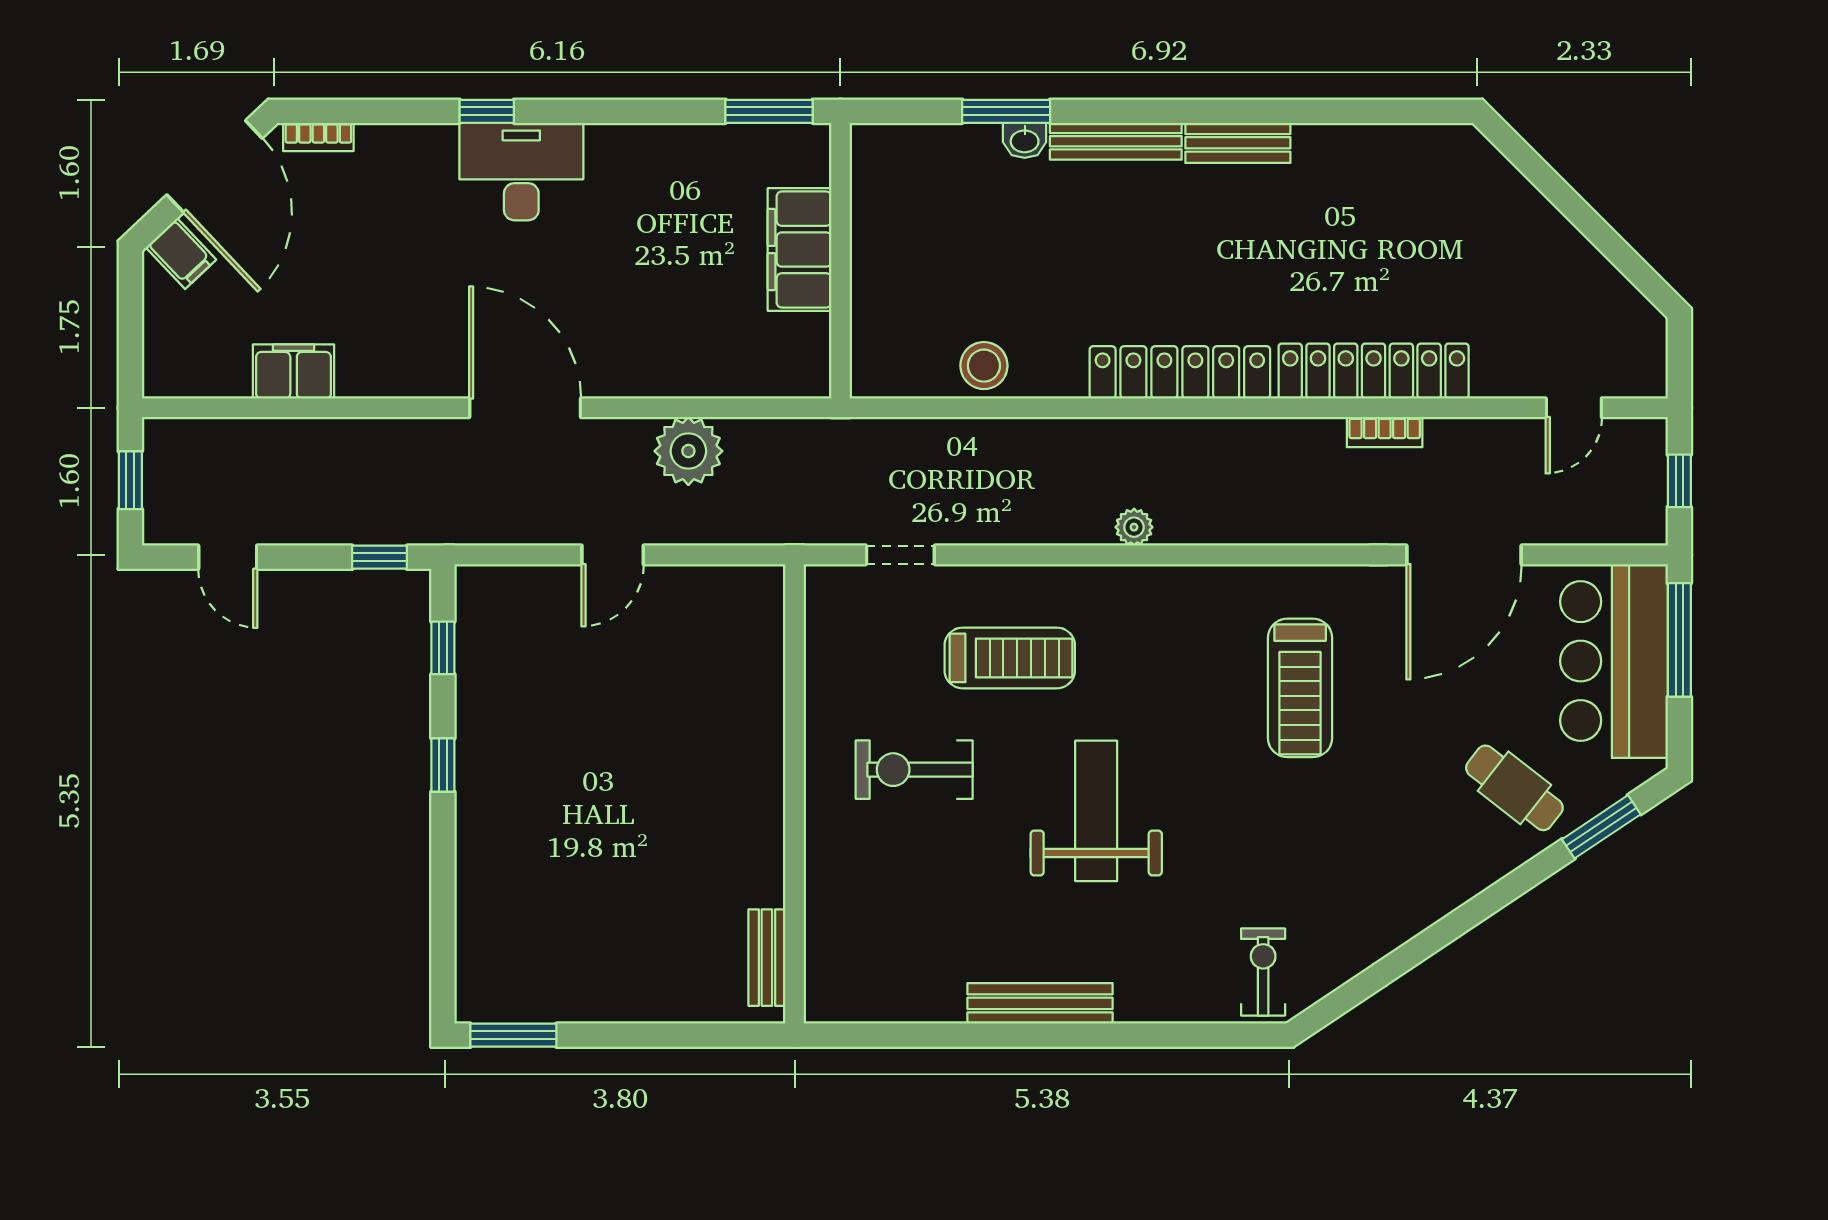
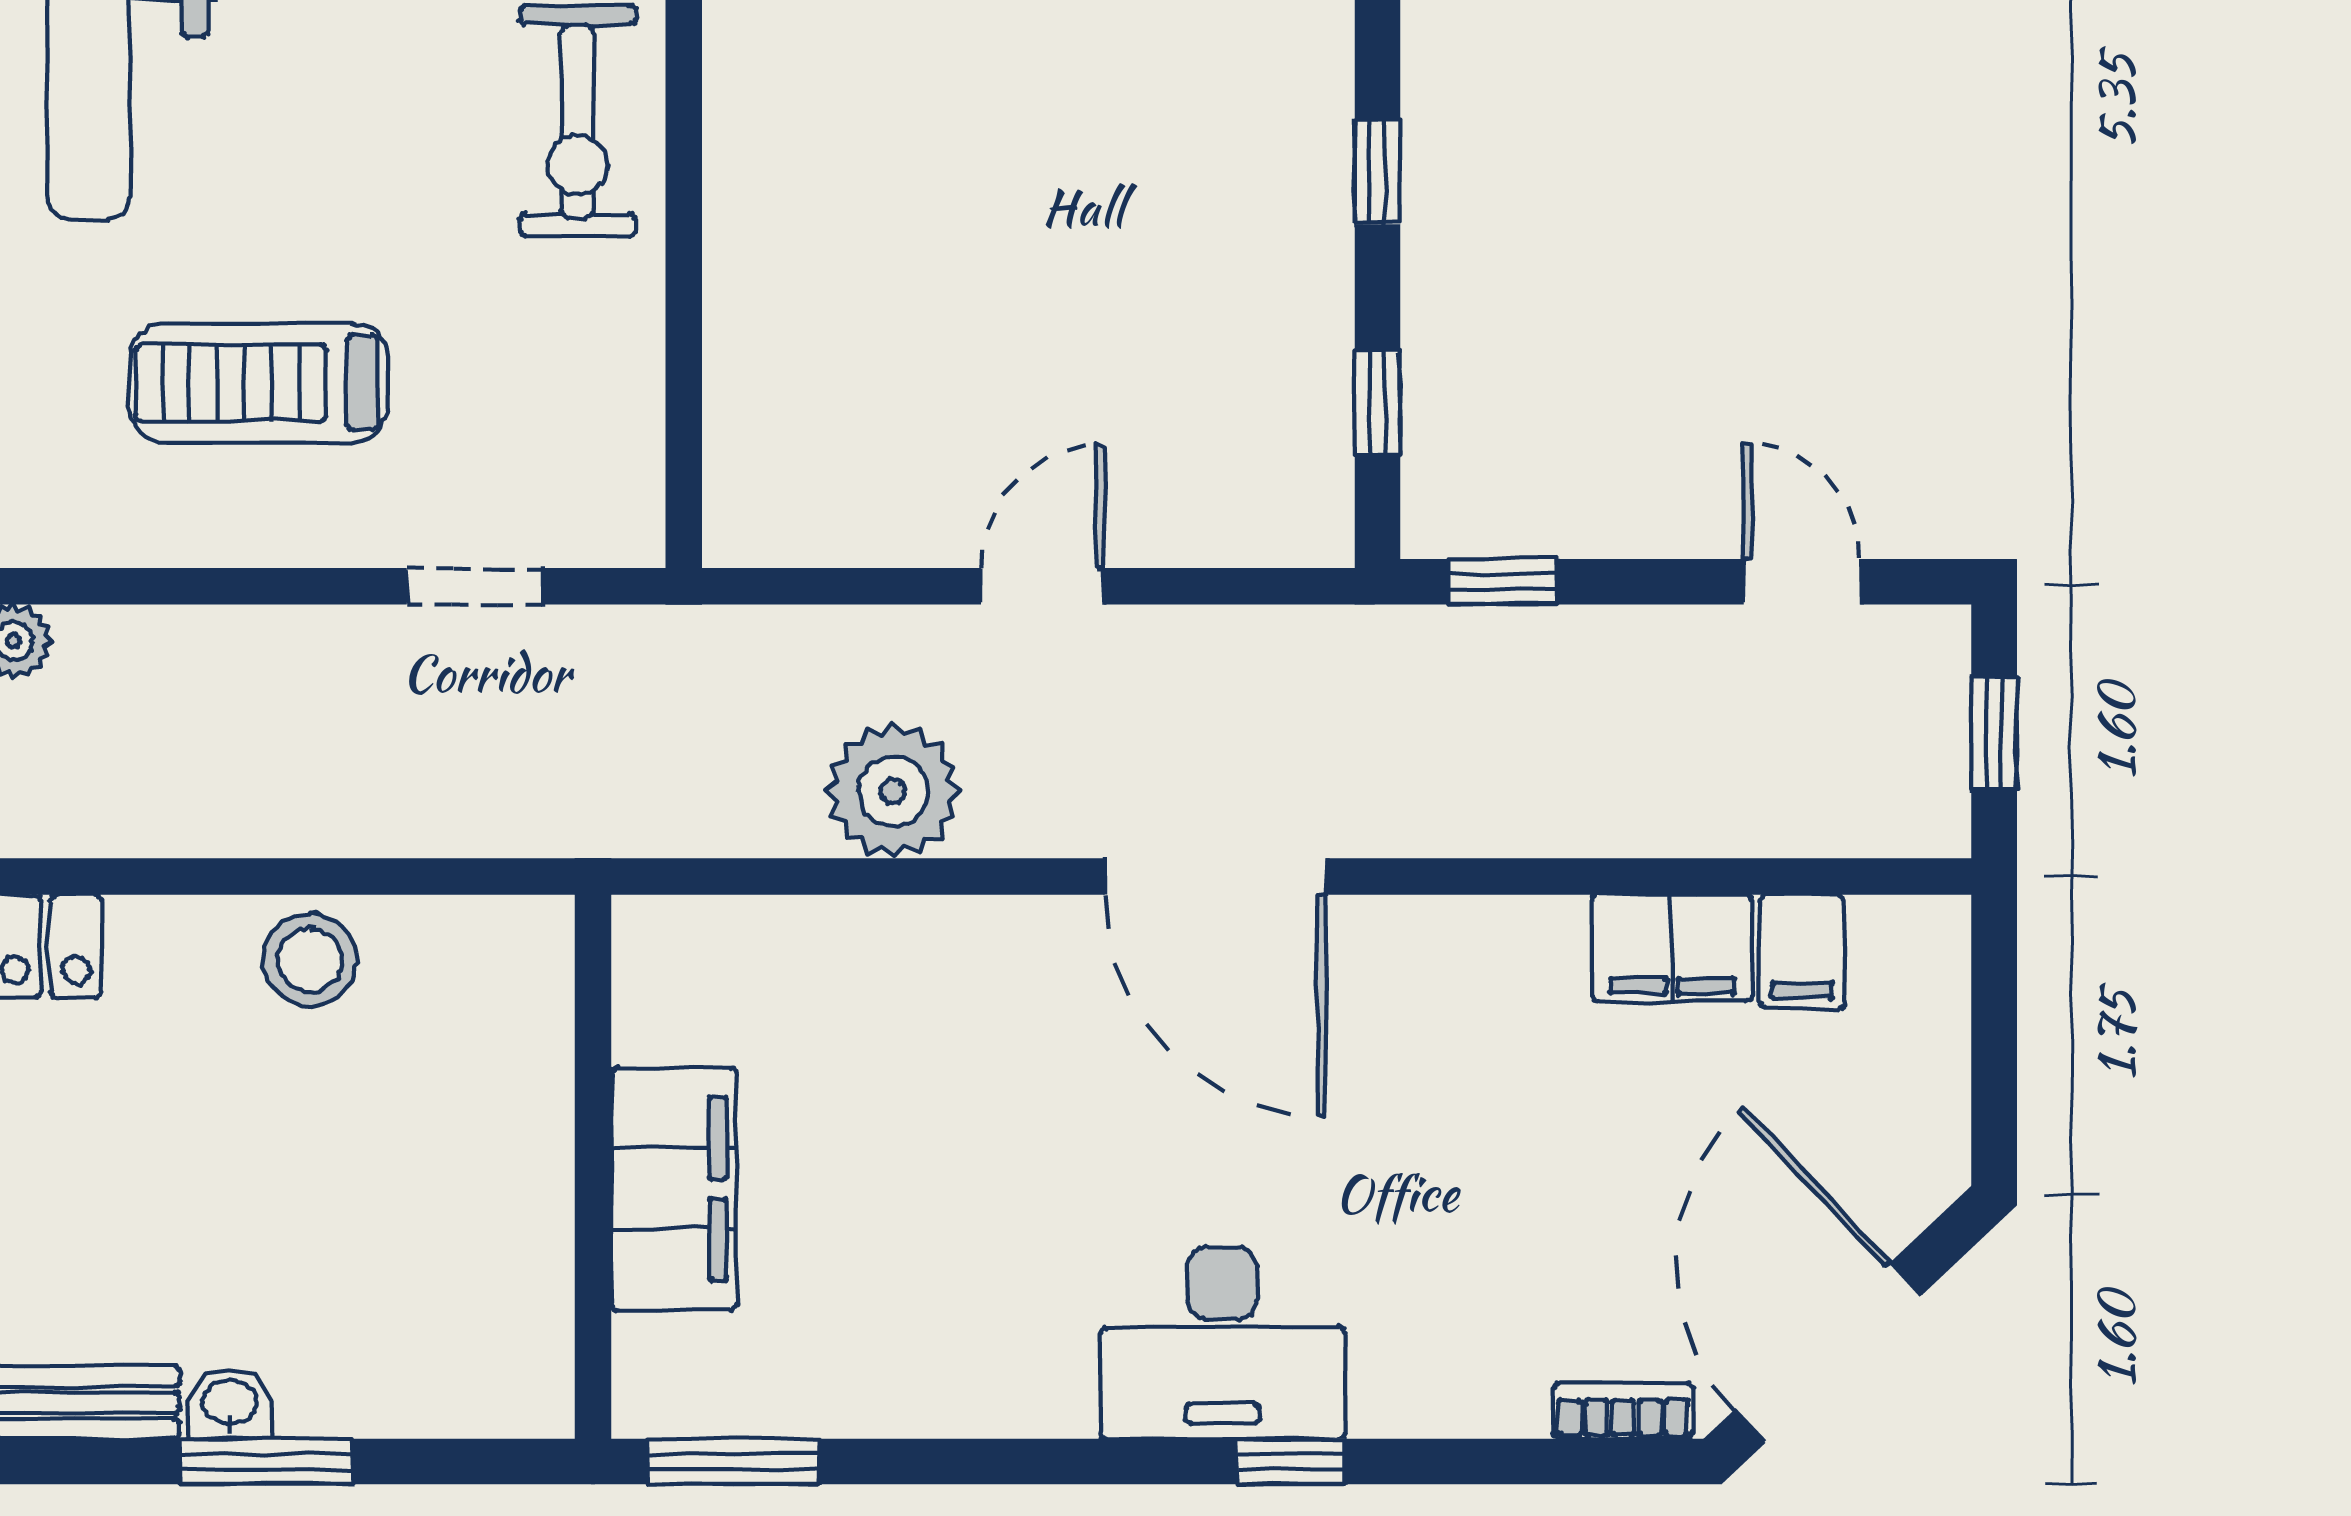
filing cabinet: (181, 253) -> (1802, 951), moved, turned -137
exercise bike: (914, 770) -> (578, 121), moved, turned 90

